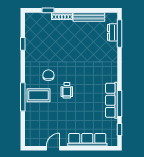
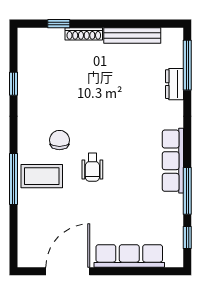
dresser: (112, 32) -> (175, 84), moved
row of seats: (112, 100) -> (173, 161), moved
door: (53, 148) -> (68, 271), width x1.88

